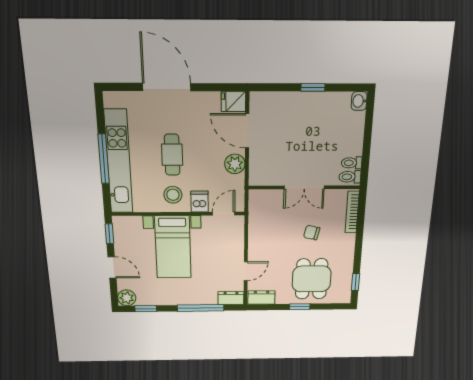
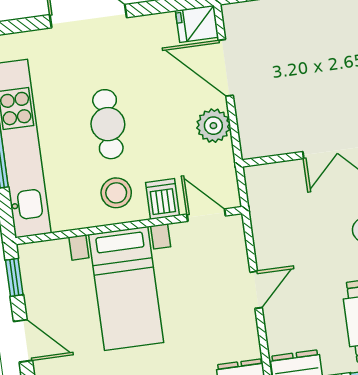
door: (224, 214) -> (206, 215), hinge flipped
door: (246, 271) -> (256, 290), moved

